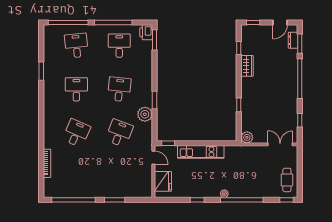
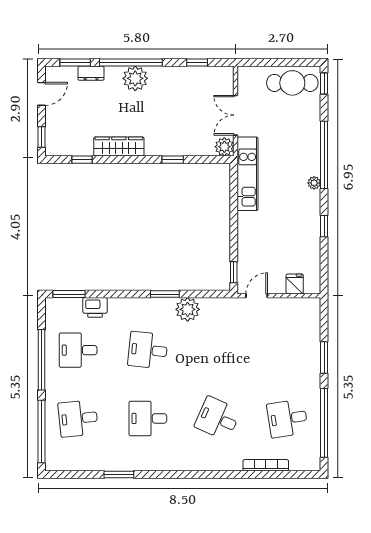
door: (280, 23) -> (41, 94), hinge flipped
printer: (146, 32) -> (95, 307), moved
dresser: (293, 40) -> (91, 73), moved
wardrobe: (247, 66) -> (119, 147), width x1.50
plant: (290, 81) -> (135, 78), added
desk: (119, 133) -> (287, 418), moved, turned -30
double door: (280, 144) -> (236, 115), moved
kitchen unit: (201, 152) -> (248, 174), moved
cafe table: (287, 180) -> (292, 83), width x1.37, depth x1.35
fridge: (163, 181) -> (295, 284), width x0.53, depth x0.75

